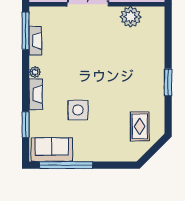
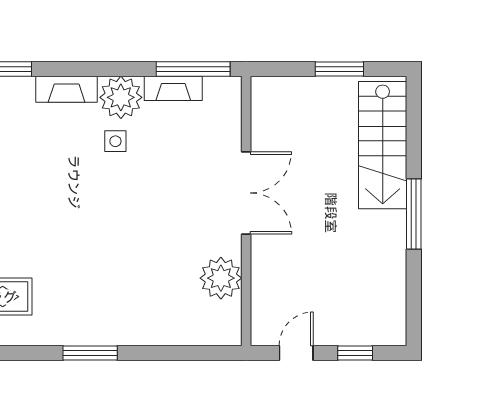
plant: (35, 72) -> (121, 97), width x1.87, depth x1.87
side table: (78, 110) -> (115, 141), moved, width x0.54, depth x0.54

